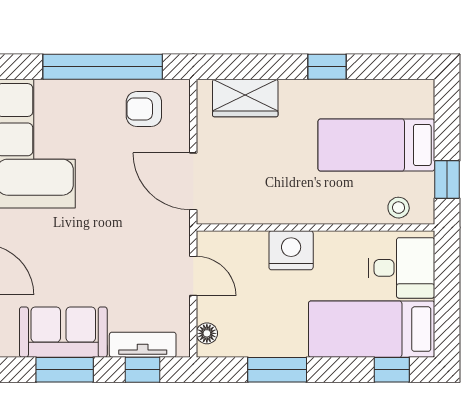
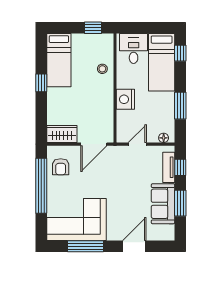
wardrobe: (245, 98) -> (62, 134), moved, turned -90
bed: (376, 145) -> (59, 60), moved
stool: (399, 208) -> (102, 69), moved

